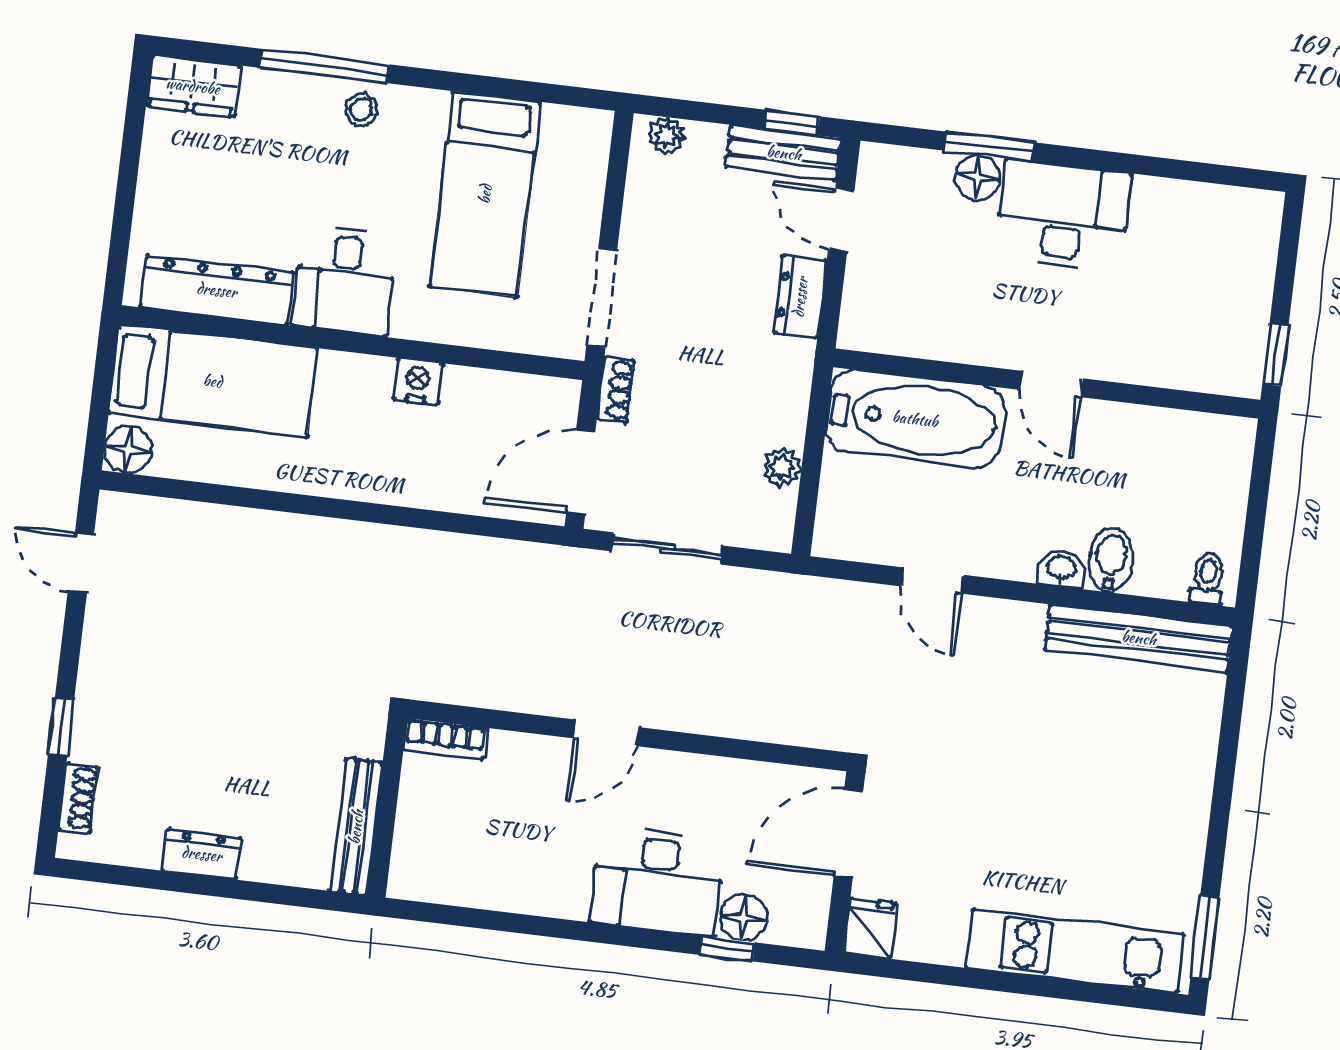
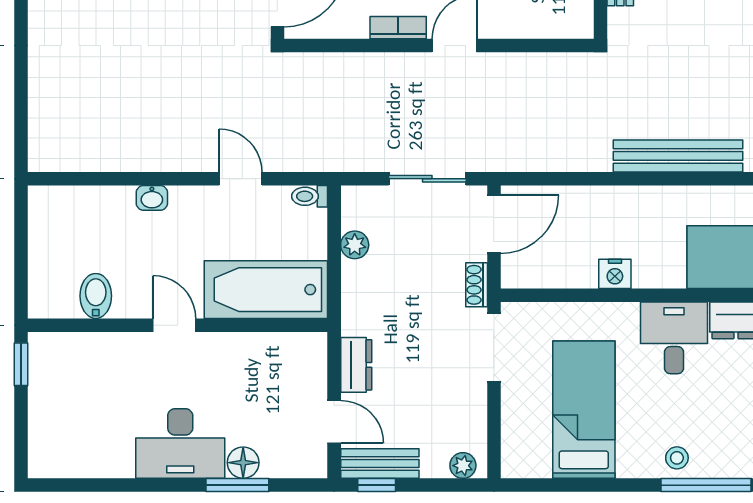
bidet: (1111, 560) -> (96, 296), moved, turned 180
toilet: (1208, 579) -> (310, 196), moved, turned 90
bench: (1139, 638) -> (678, 156), moved
bookcase: (445, 739) -> (398, 28), moved

